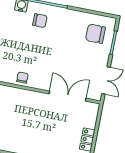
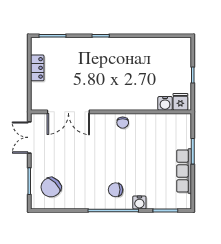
chair: (95, 34) -> (51, 187), turned 135

